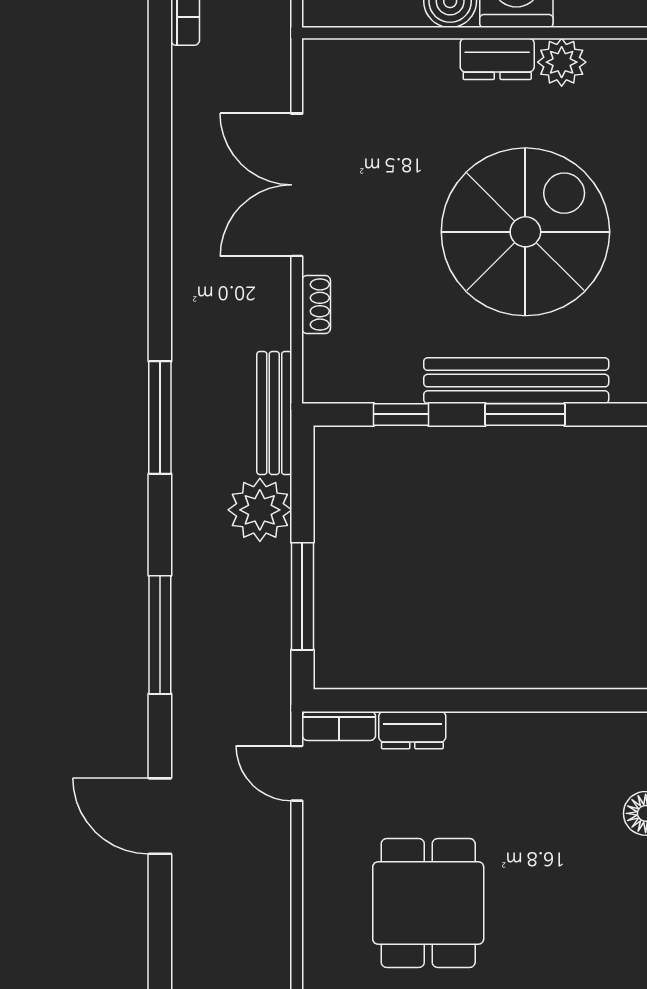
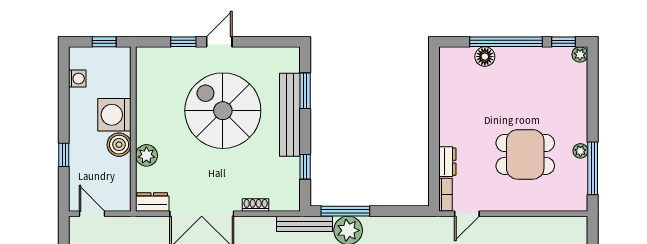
dresser: (497, 59) -> (152, 202), moved, turned -90
plant: (562, 62) -> (146, 155), moved
window: (525, 414) -> (305, 91), moved
window: (302, 596) -> (345, 211), moved

